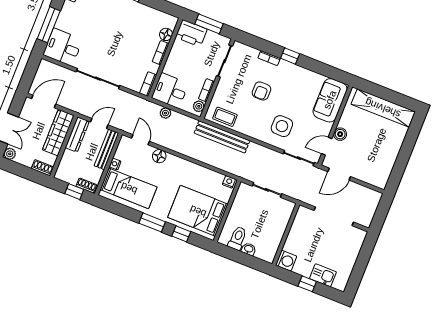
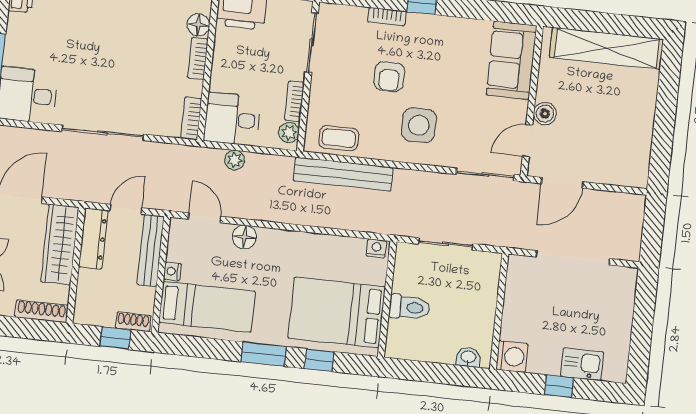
side table: (282, 126) -> (419, 125), moved
shoe rack: (42, 168) -> (42, 311), width x1.43
toilet: (237, 238) -> (409, 307), moved, turned 90
washbasin: (249, 249) -> (468, 357), moved

